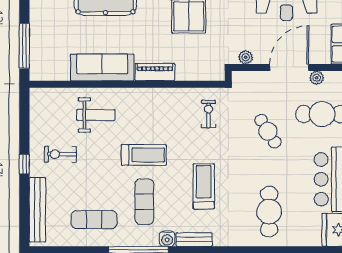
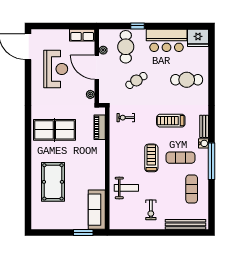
window: (24, 46) -> (83, 233), width x0.69
sofa: (102, 67) -> (97, 210), moved
piano: (155, 72) -> (100, 127), moved
weight bench: (96, 115) -> (126, 188), turned 90
window: (24, 164) -> (157, 233), removed

